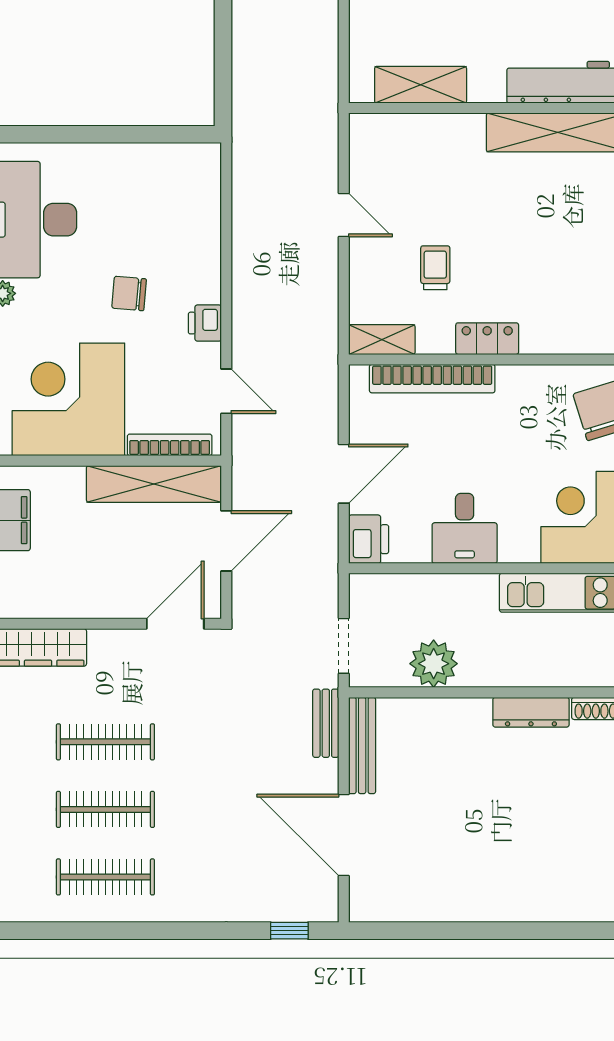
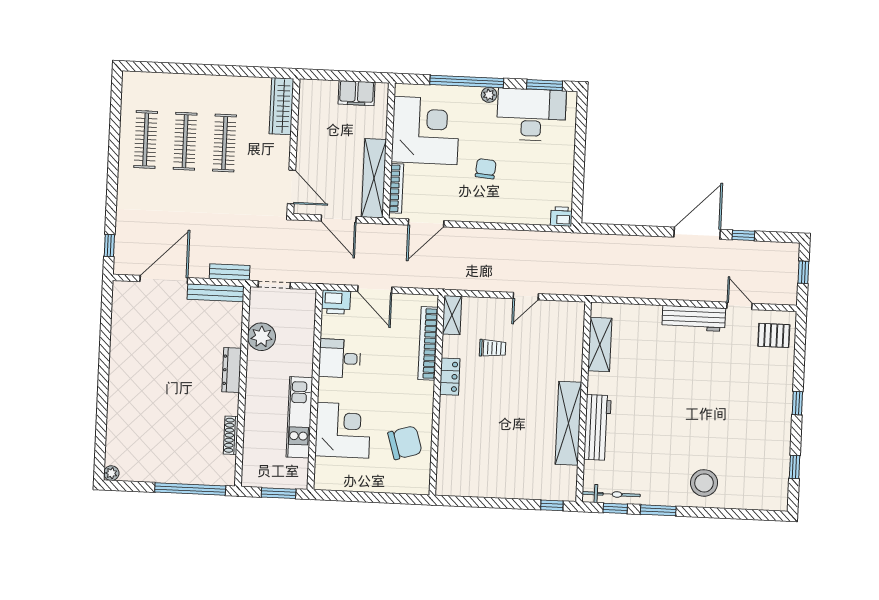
printer: (205, 323) -> (561, 216), moved
door: (226, 391) -> (426, 223), width x1.38
dresser: (531, 712) -> (232, 370), moved

